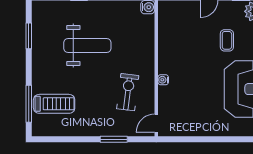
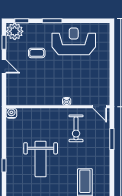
weight bench: (87, 46) -> (41, 159), turned 180
exercise bike: (128, 92) -> (76, 128), turned -97

